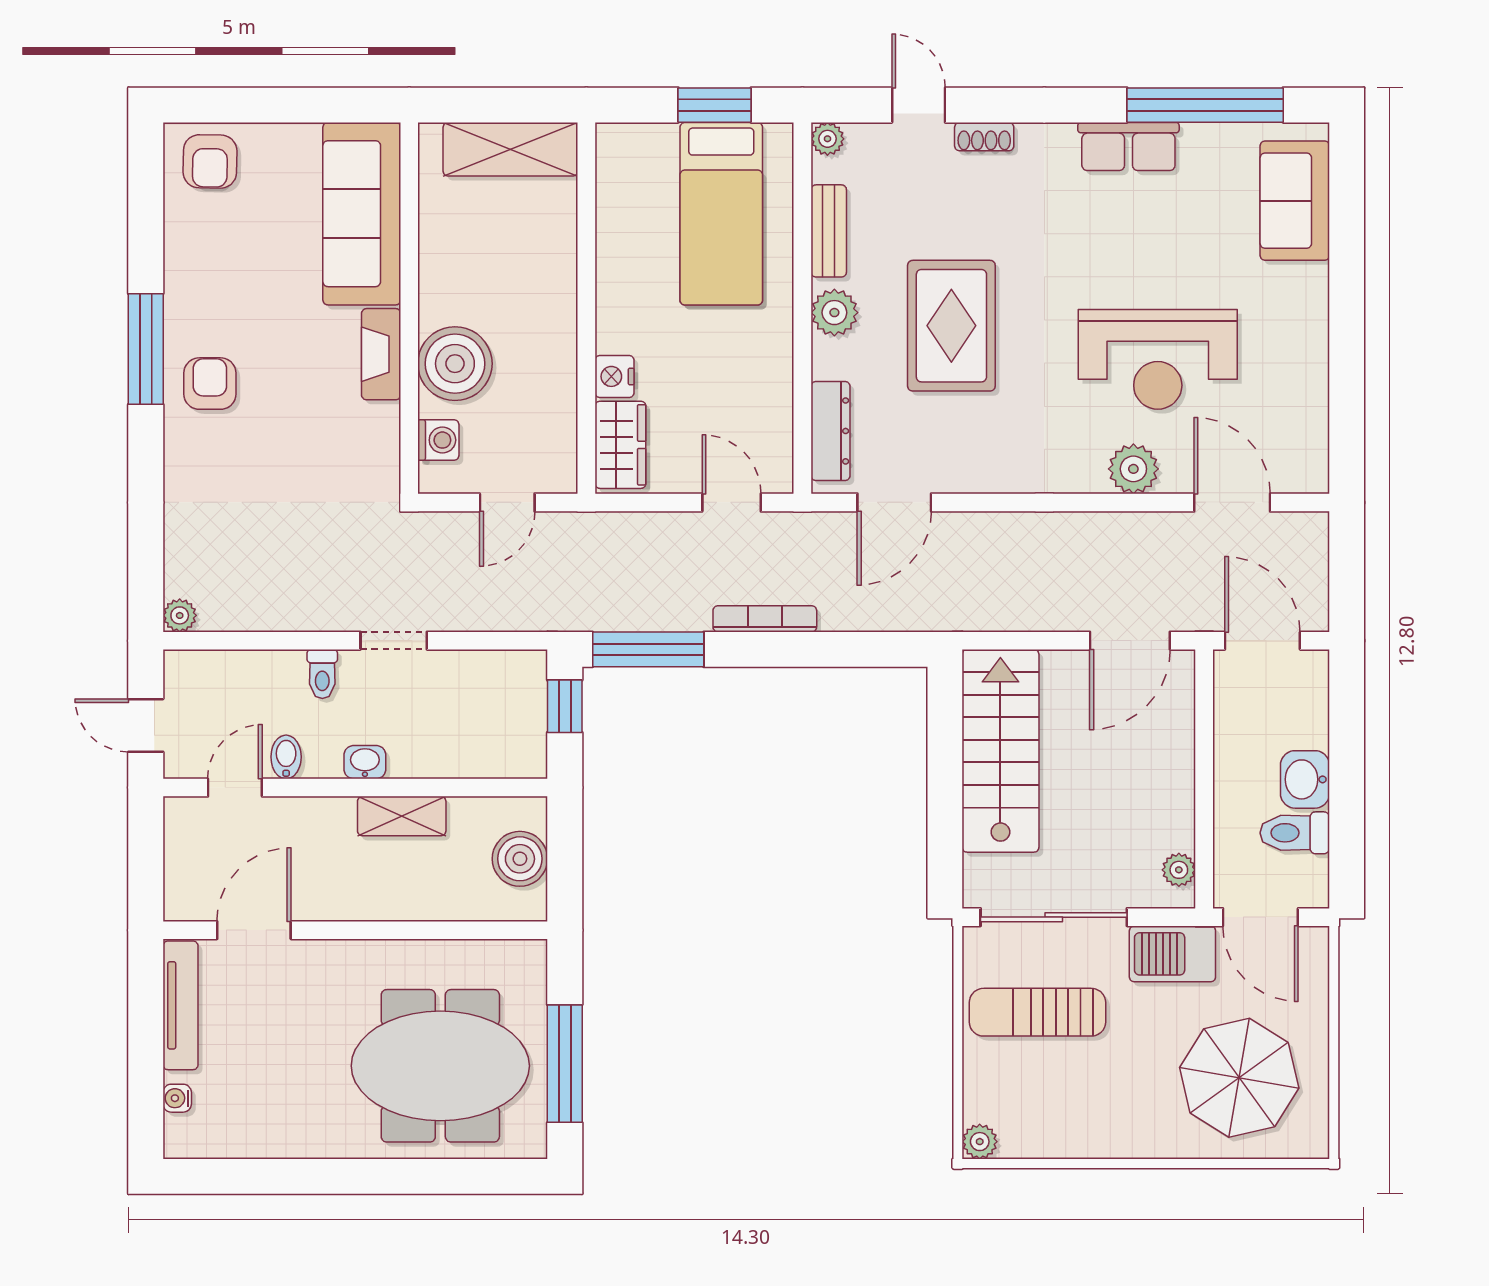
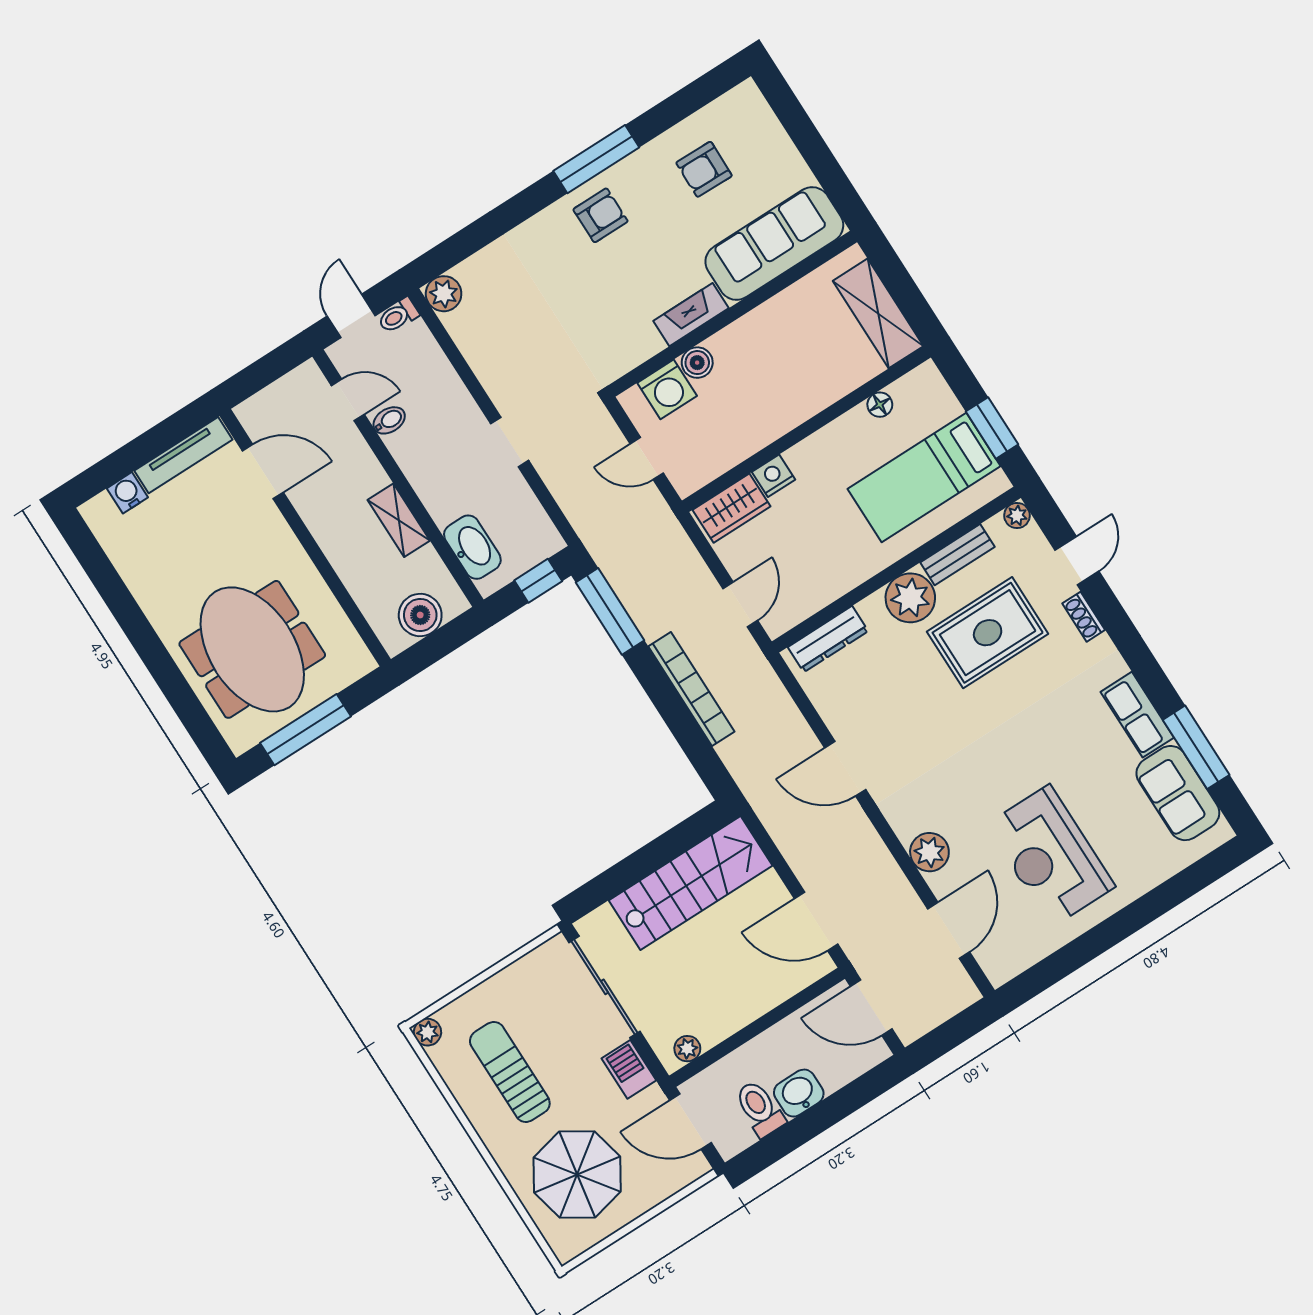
window: (1205, 105) -> (1196, 747), width x0.68
armchair: (210, 161) -> (704, 169), moved
sofa: (1295, 201) -> (1178, 793), moved, turned -90
floor lamp: (611, 211) -> (880, 405), added
plant: (834, 313) -> (910, 598), width x1.36, depth x1.36
rug: (951, 326) -> (988, 633), moved
reception desk: (1158, 359) -> (1051, 856), moved
boiler: (455, 364) -> (697, 363), width x0.54, depth x0.54
washing machine: (438, 440) -> (667, 389), width x1.38, depth x1.38
door: (894, 502) -> (845, 769), moved
plant: (180, 615) -> (444, 294), width x1.38, depth x1.38
bookcase: (765, 619) -> (691, 689), width x1.48, depth x1.31
door: (1262, 641) -> (871, 1008), swing flipped
toilet: (322, 674) -> (398, 316), moved
washbasin: (365, 762) -> (472, 547), moved, width x1.91, depth x1.45
door: (1260, 917) -> (690, 1121), hinge flipped
barbecue: (1172, 954) -> (629, 1069), width x0.73, depth x0.79
sun lounger: (1037, 1012) -> (510, 1072), moved
water cooler: (177, 1098) -> (127, 493), width x1.38, depth x1.38

